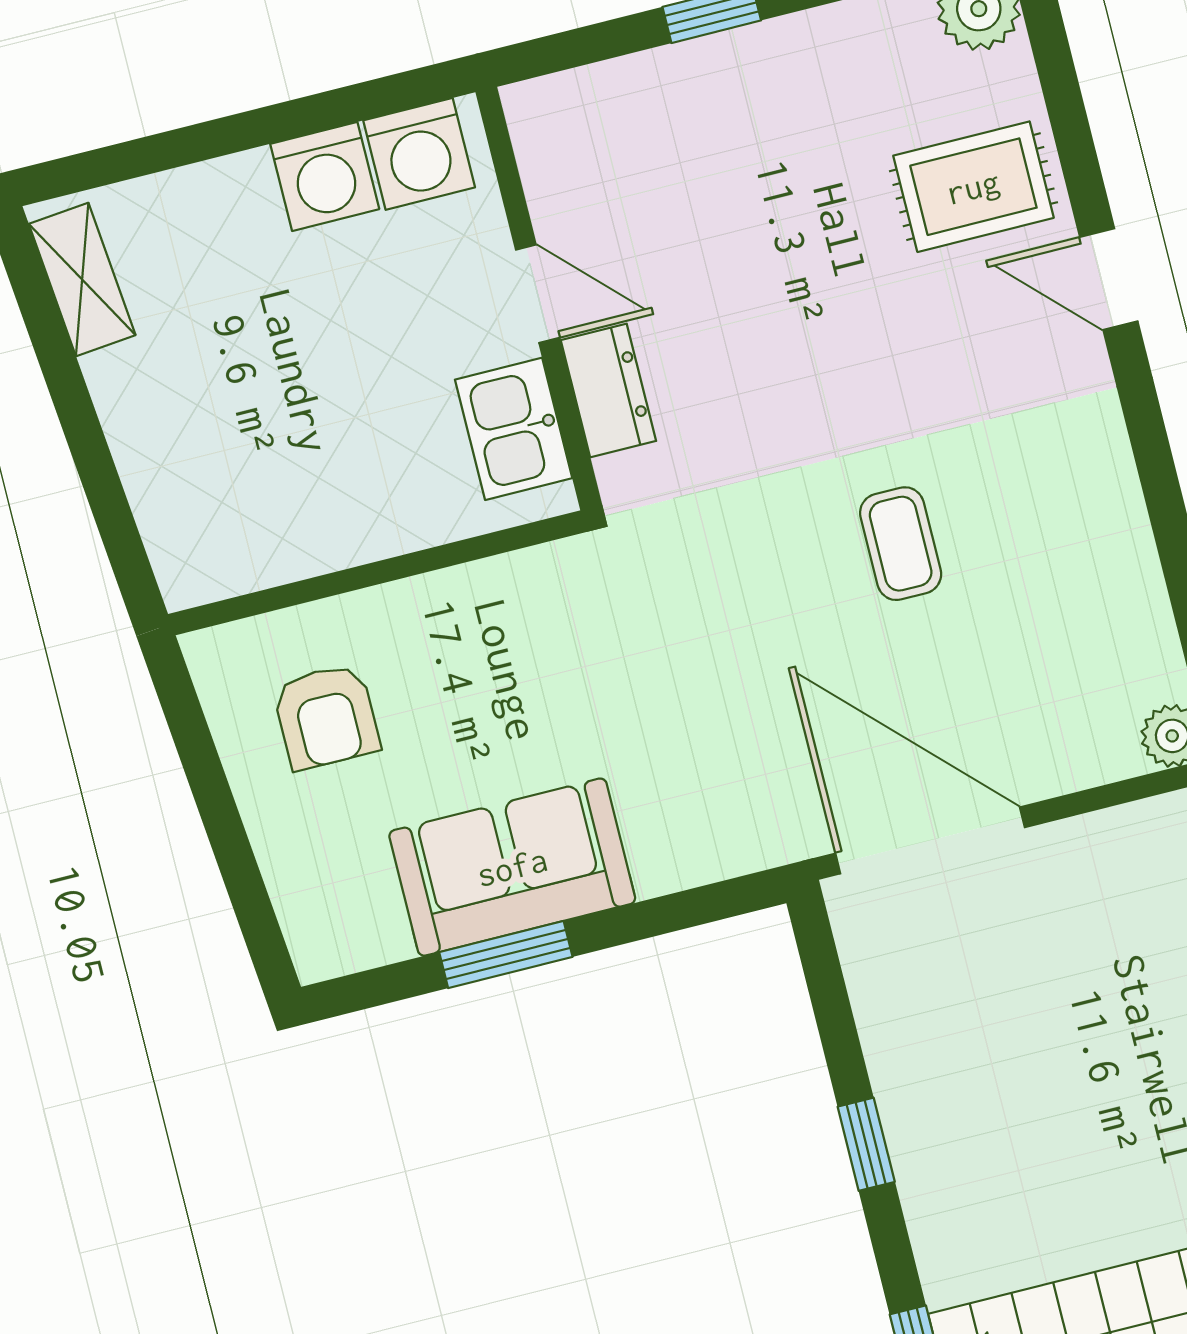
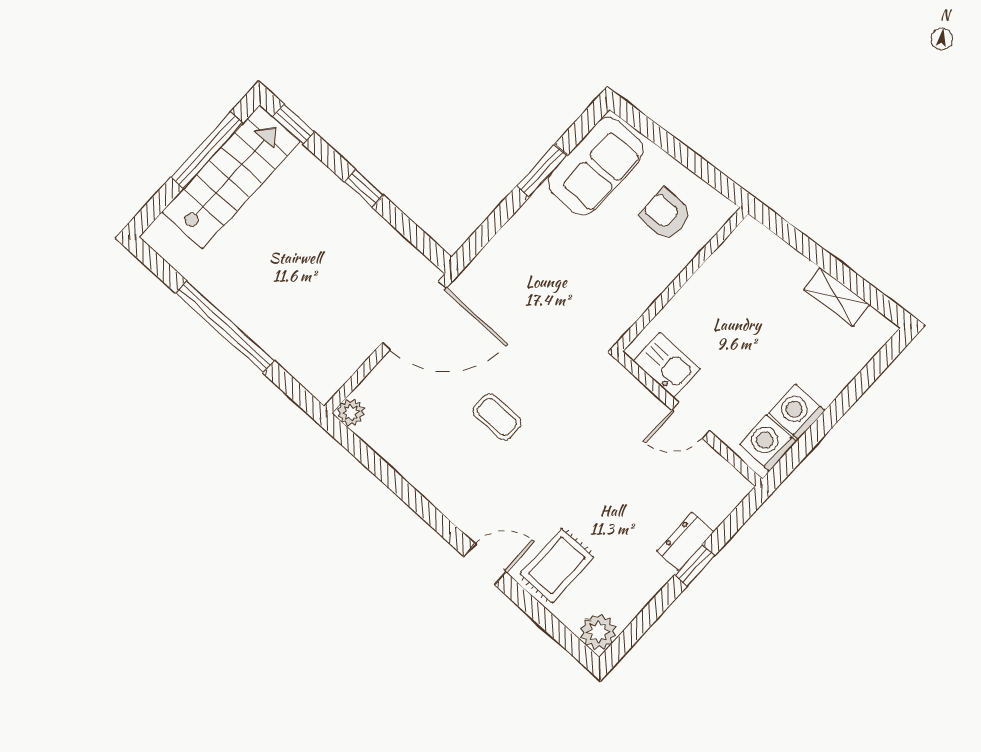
shelving: (82, 280) -> (837, 297), moved
dresser: (608, 391) -> (685, 541), moved, turned 90
sofa: (512, 867) -> (596, 166), moved

